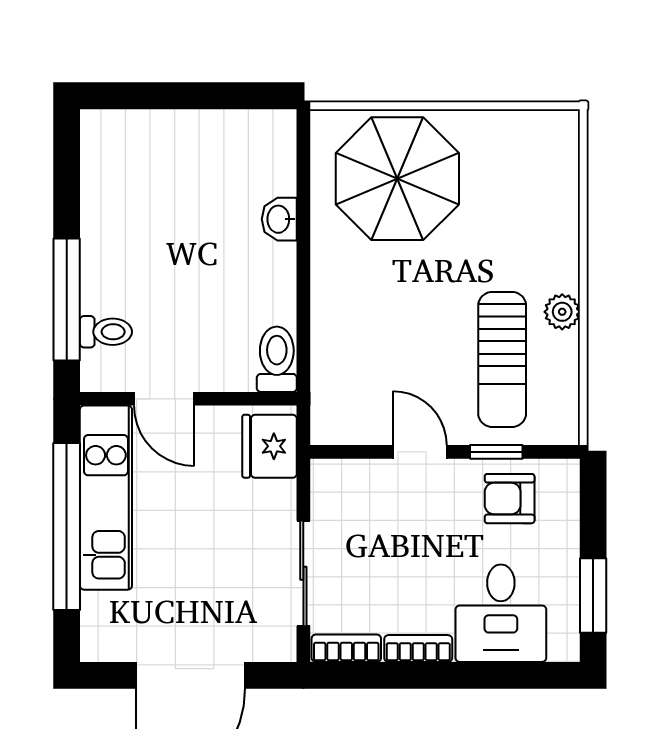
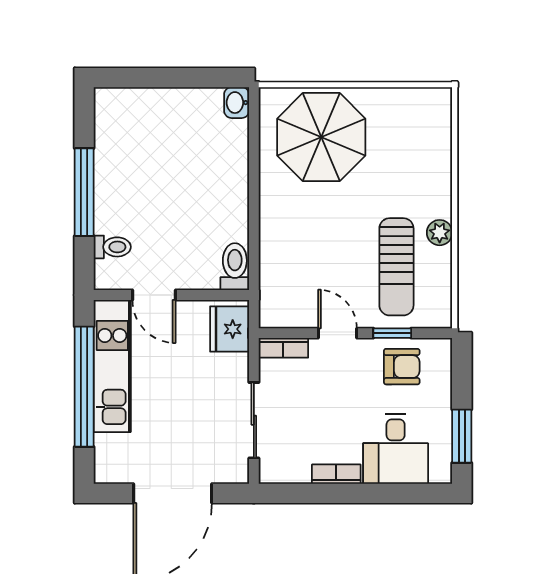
washbasin: (279, 219) -> (237, 103), moved
window: (67, 300) -> (84, 192), moved
armchair: (510, 499) -> (402, 367), turned 180
bookcase: (346, 648) -> (283, 348), moved, turned 180

